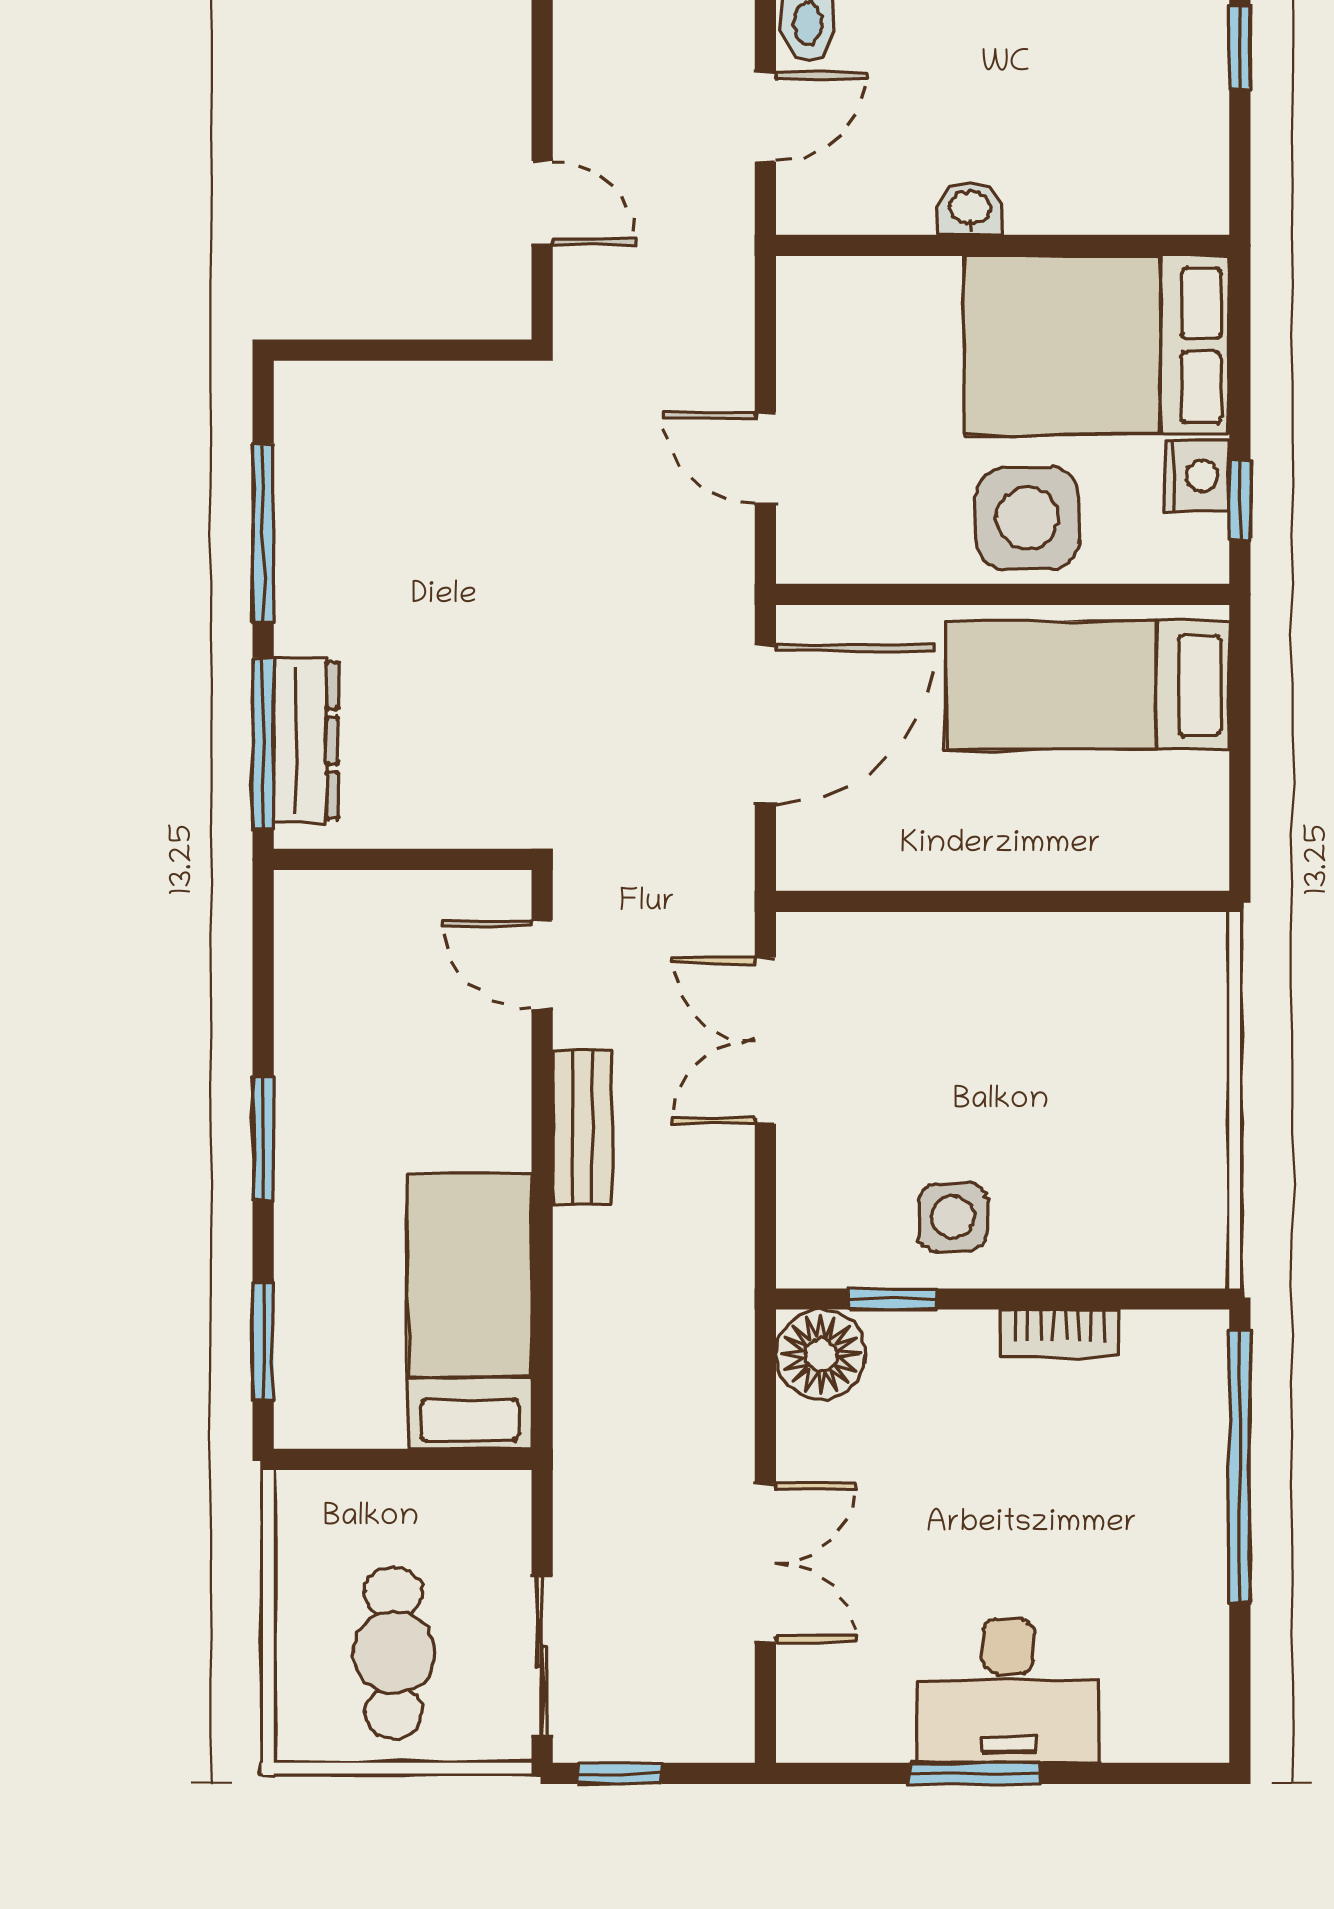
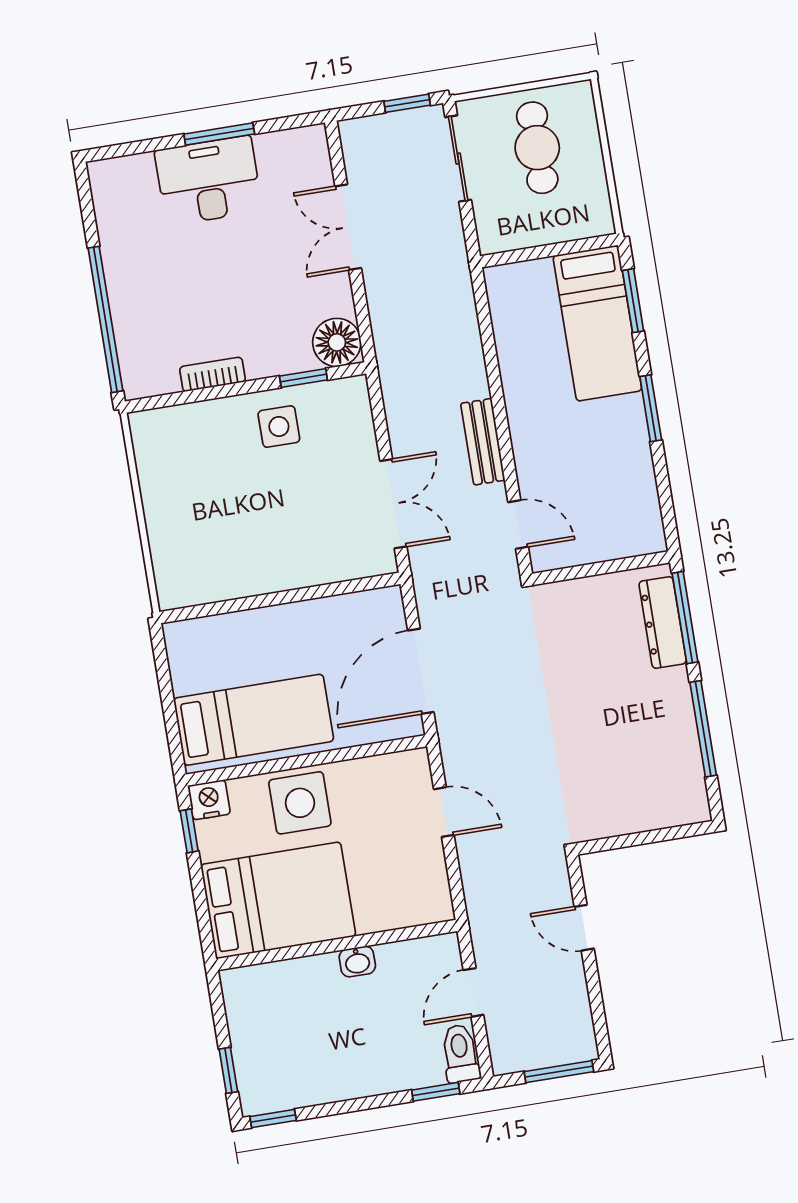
nightstand: (1197, 476) -> (209, 800), moved, turned 90
bed: (470, 1311) -> (597, 323), moved

